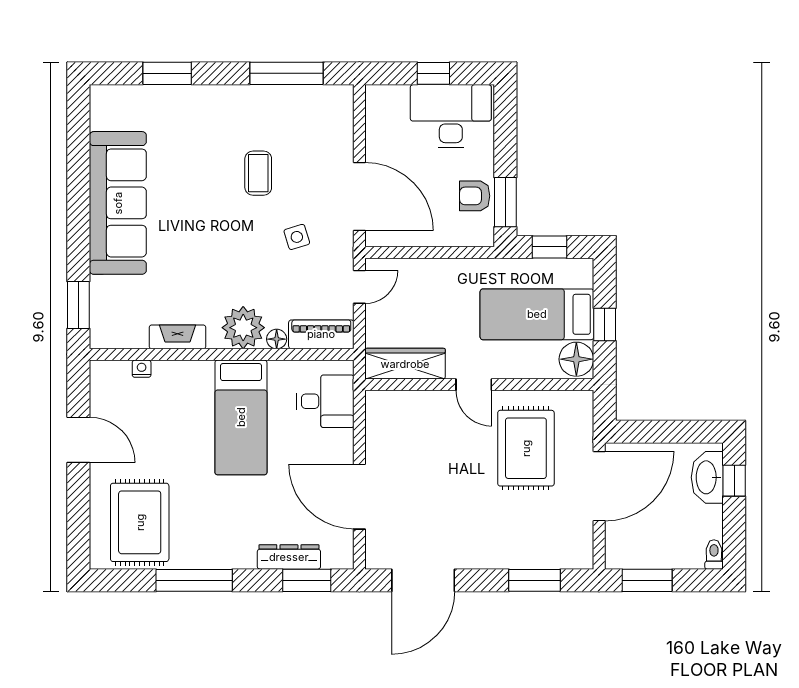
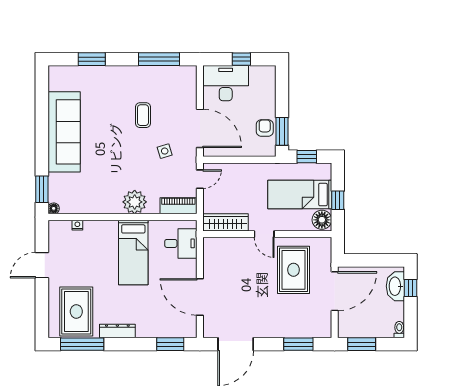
desk: (451, 116) -> (226, 83), moved
armchair: (475, 196) -> (265, 128), turned 90
fireplace: (177, 337) -> (98, 207), removed
floor lamp: (277, 339) -> (54, 208), moved
door: (78, 440) -> (42, 265), swing flipped
dresser: (289, 557) -> (117, 331), moved
window: (194, 580) -> (82, 344), moved

